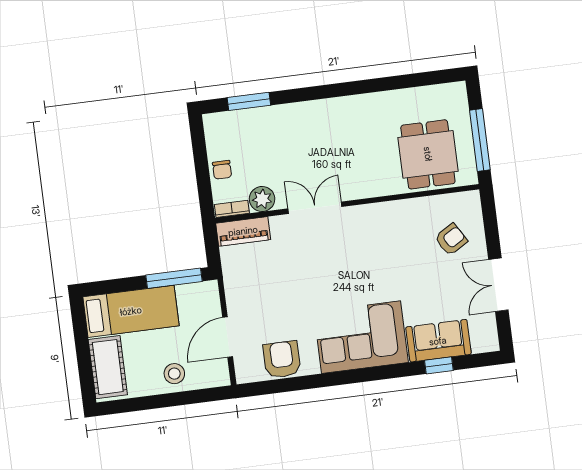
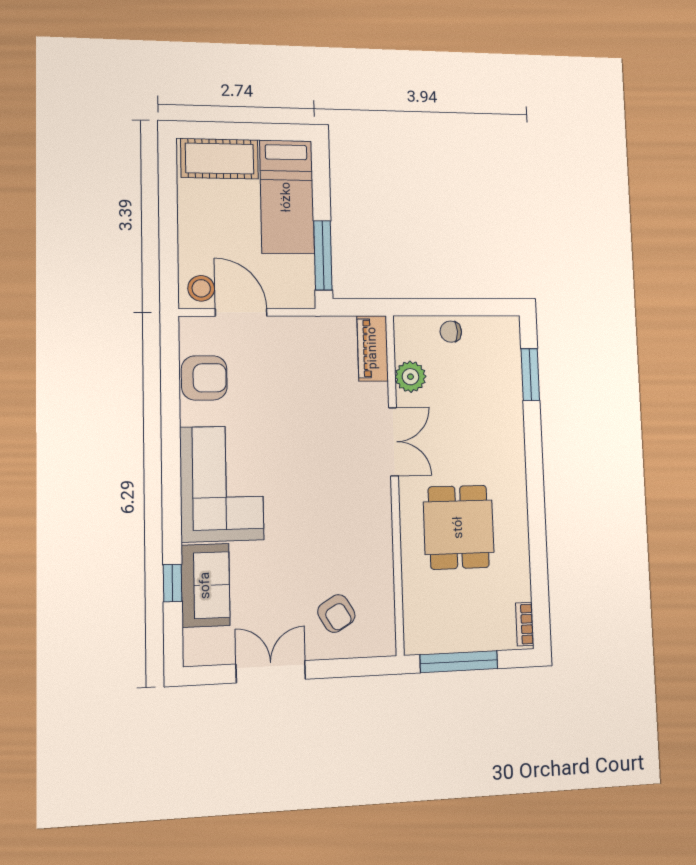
dining table: (428, 154) -> (459, 527), moved, turned 90
bookcase: (232, 209) -> (525, 624), moved, turned 180
stool: (174, 374) -> (201, 288), moved

